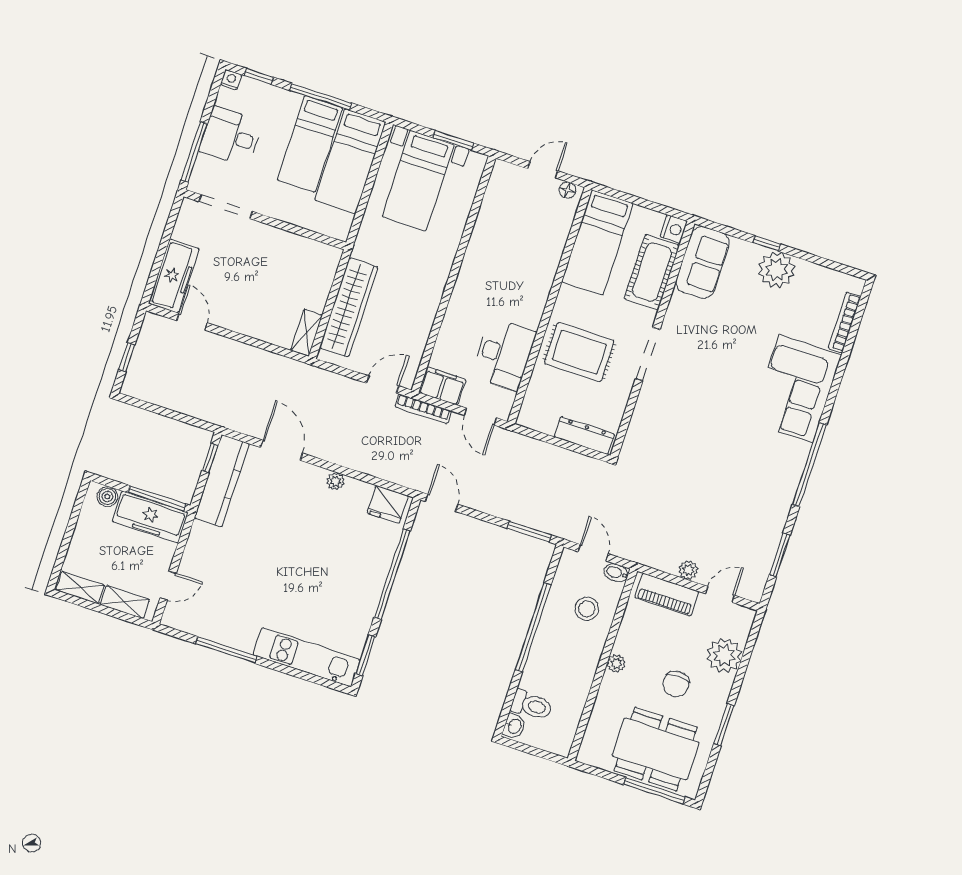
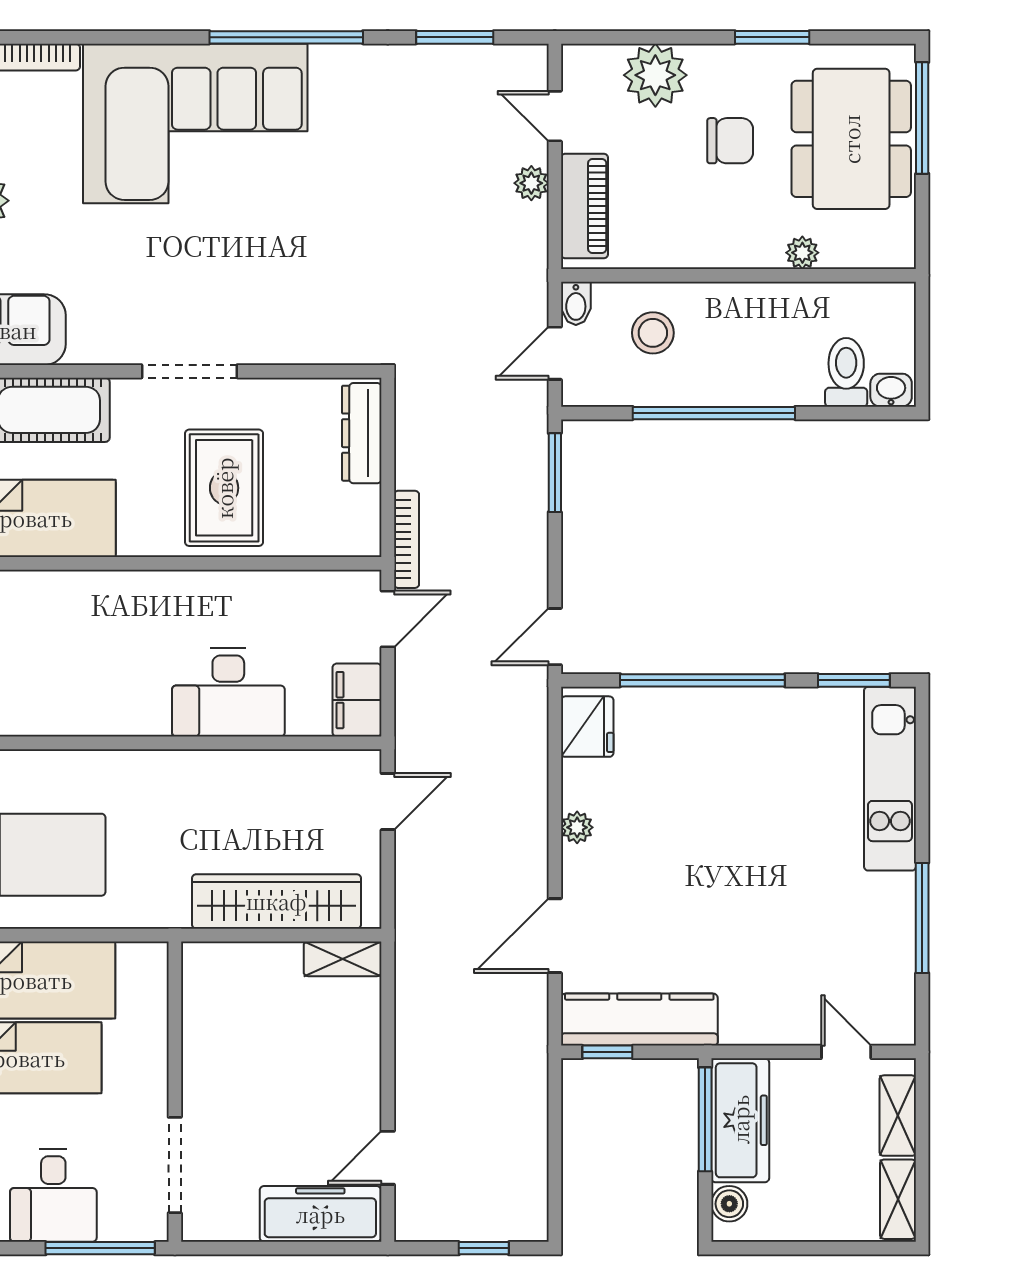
desk: (504, 354) -> (228, 692), moved, turned 180
door: (383, 384) -> (388, 802), swing flipped
corner sofa: (796, 389) -> (195, 123), width x1.36, depth x1.36
bookcase: (423, 409) -> (406, 539), moved
plant: (616, 663) -> (802, 253), moved

